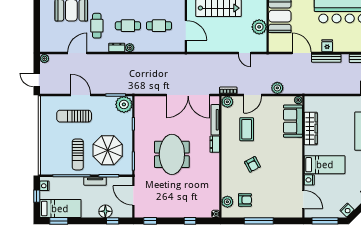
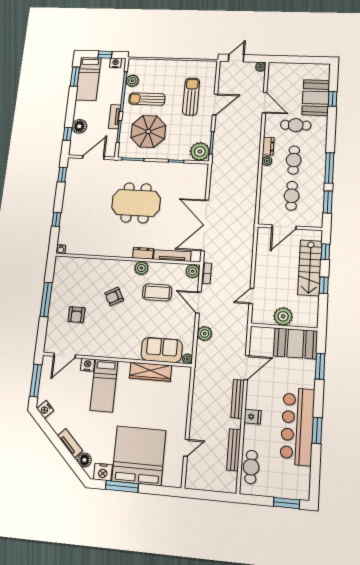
fridge: (327, 46) -> (253, 417), moved
plant: (61, 169) -> (132, 81), added
armchair: (245, 200) -> (76, 315), moved
plant: (227, 202) -> (141, 268), moved

